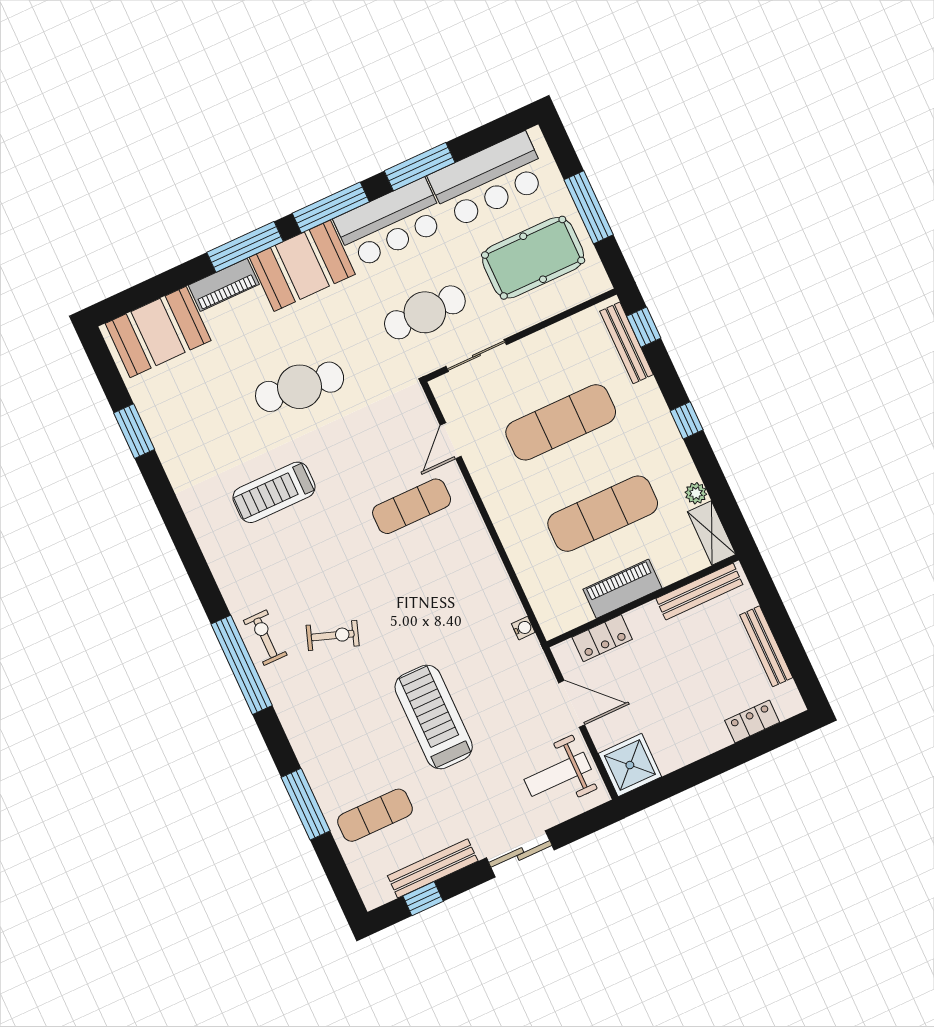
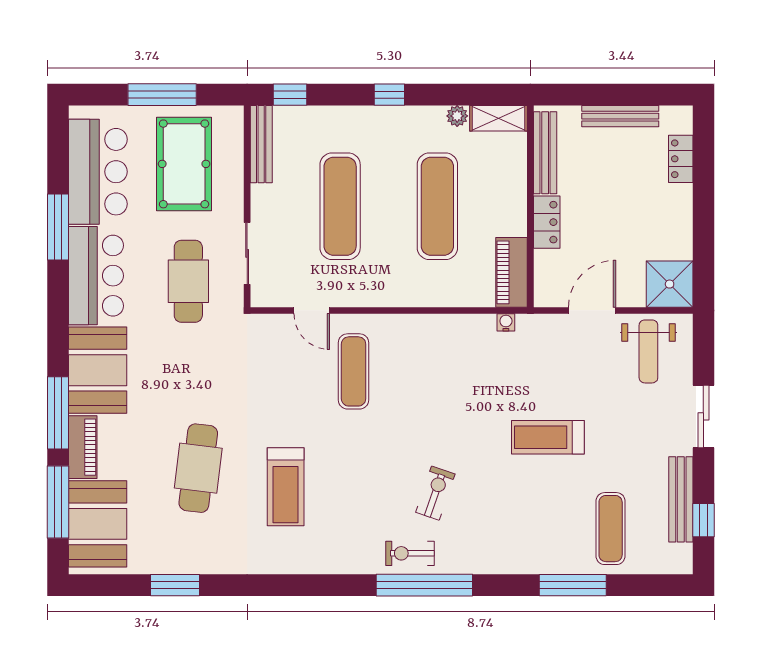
window: (331, 207) -> (58, 502), moved
bench: (627, 343) -> (261, 144), moved, turned 90
cafe table: (300, 387) -> (198, 468), moved
piano: (622, 589) -> (511, 272), moved
locker: (602, 638) -> (547, 222), moved
treadmill: (434, 717) -> (548, 437), width x0.73, depth x0.73

